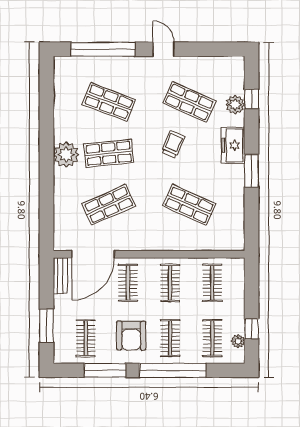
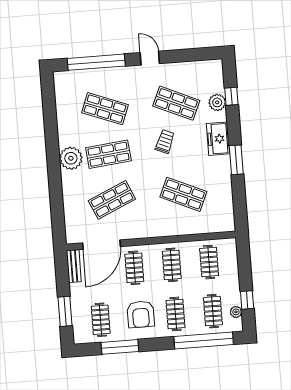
window: (173, 370) -> (204, 340), moved

